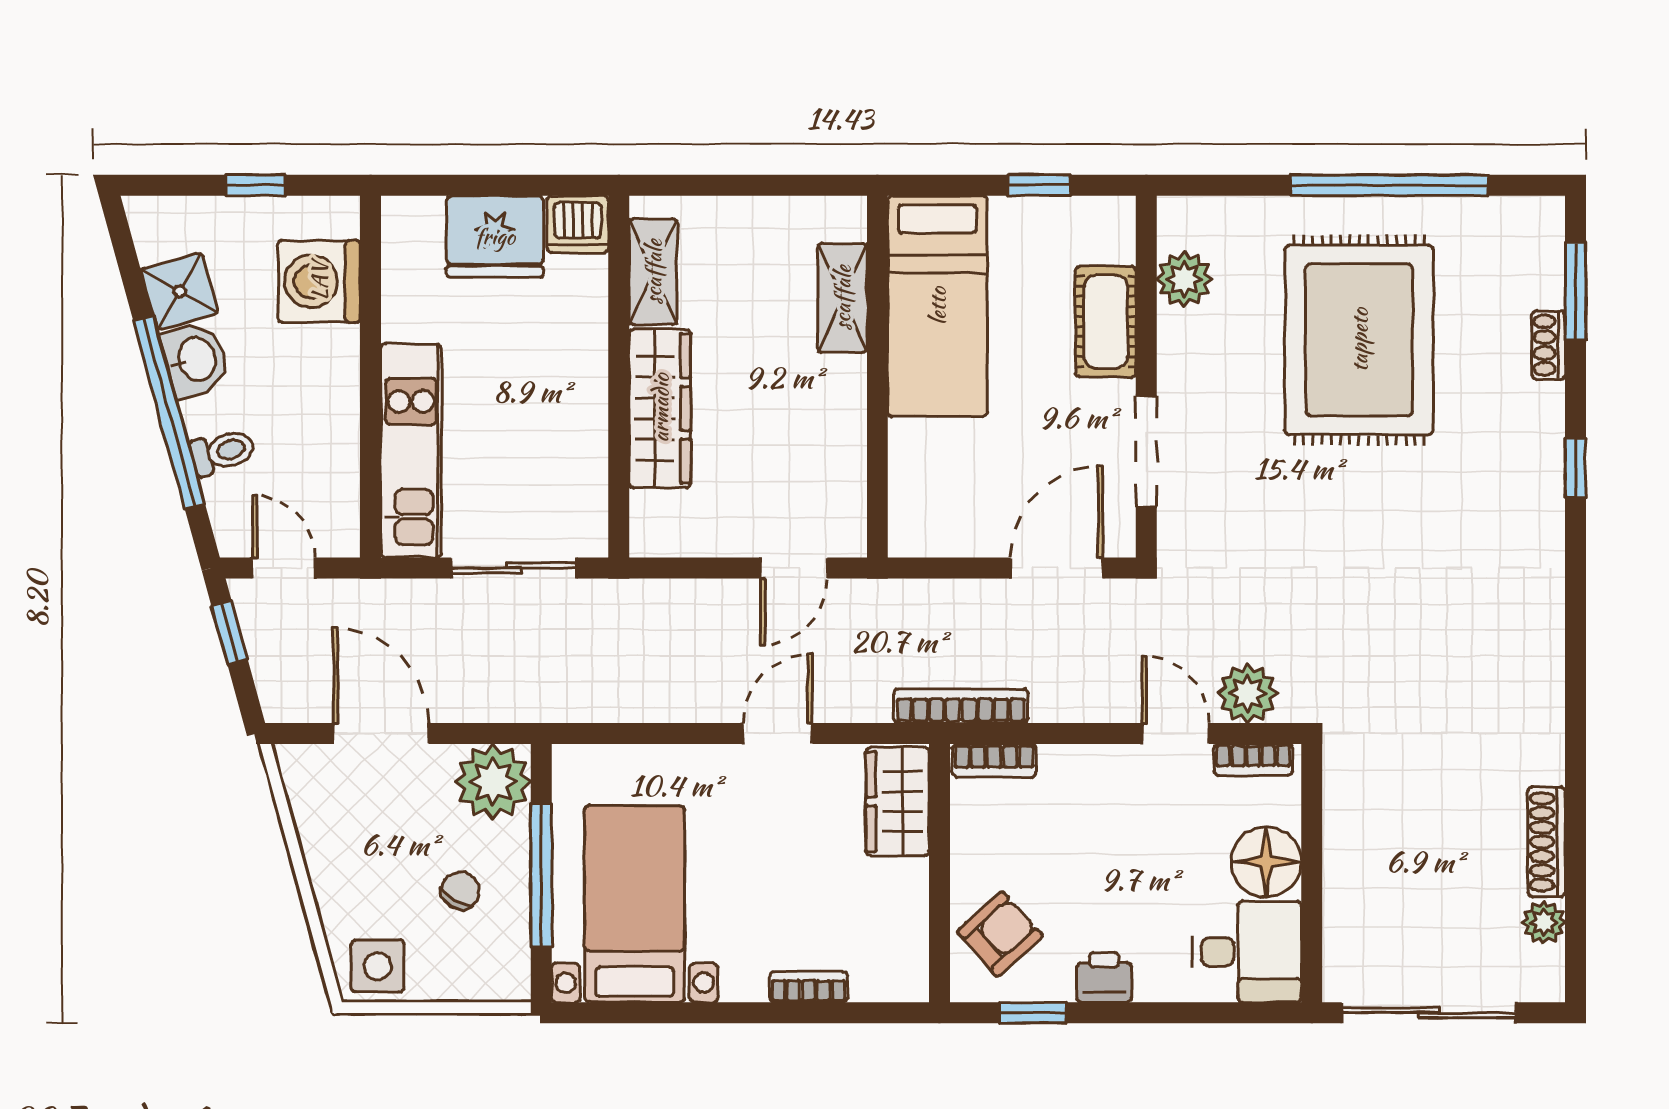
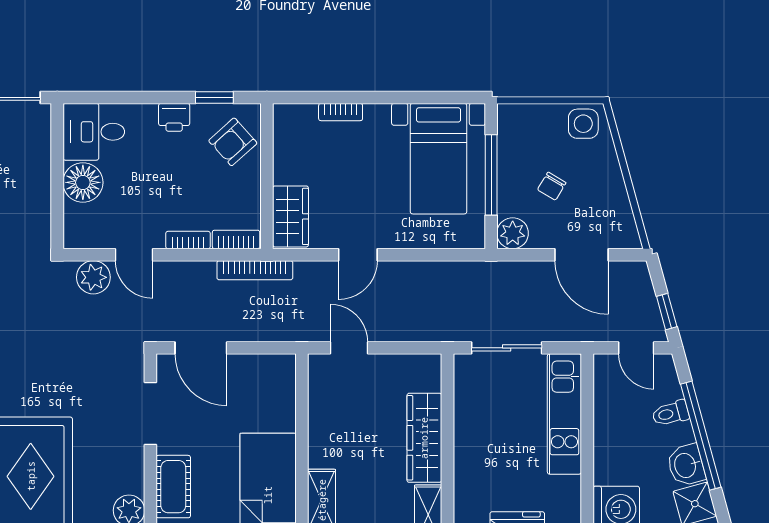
door: (794, 568) -> (349, 348), hinge flipped
door: (1057, 568) -> (201, 348), hinge flipped
bookcase: (1253, 760) -> (188, 240), moved
plant: (493, 782) -> (513, 233), width x0.73, depth x0.73
chair: (460, 891) -> (552, 186), moved

